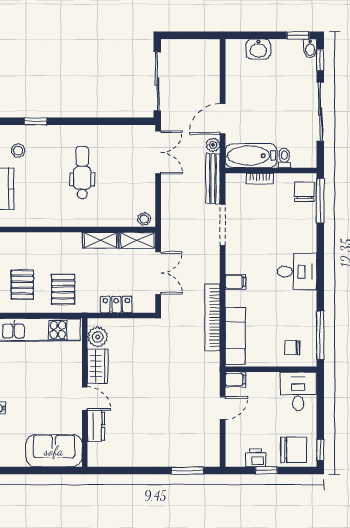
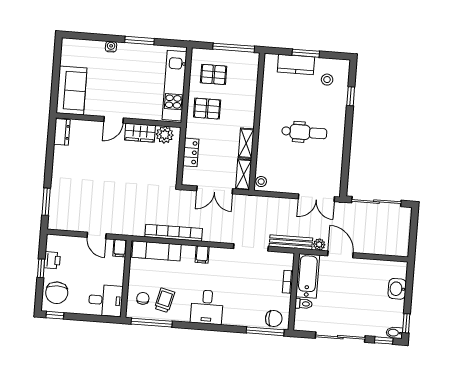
trolley: (293, 322) -> (165, 300), added
dresser: (96, 426) -> (62, 132), moved, turned -90

